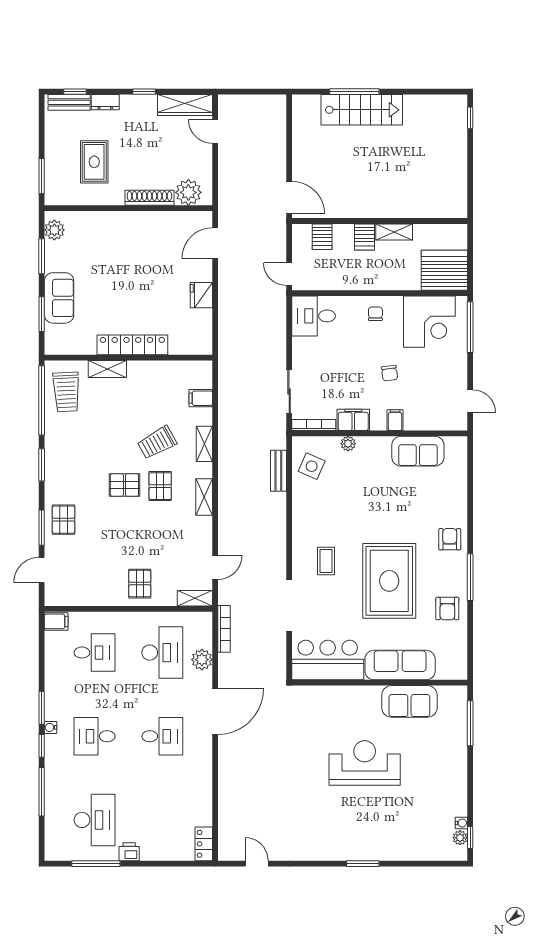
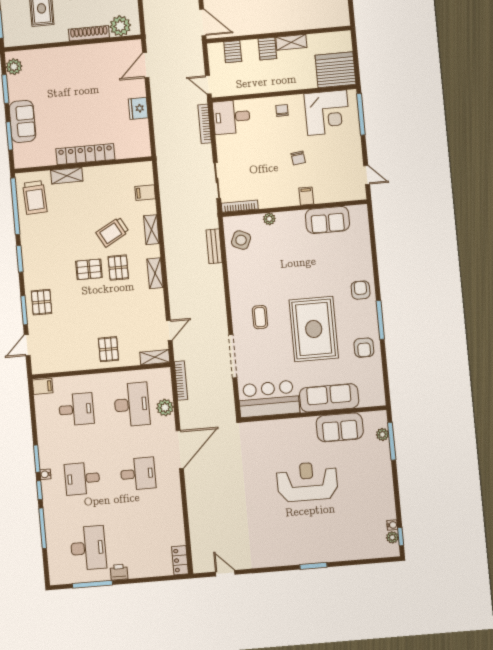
bookcase: (280, 321) -> (205, 124), added
filing cabinet: (353, 420) -> (272, 199), removed
plant: (460, 714) -> (382, 434), added

